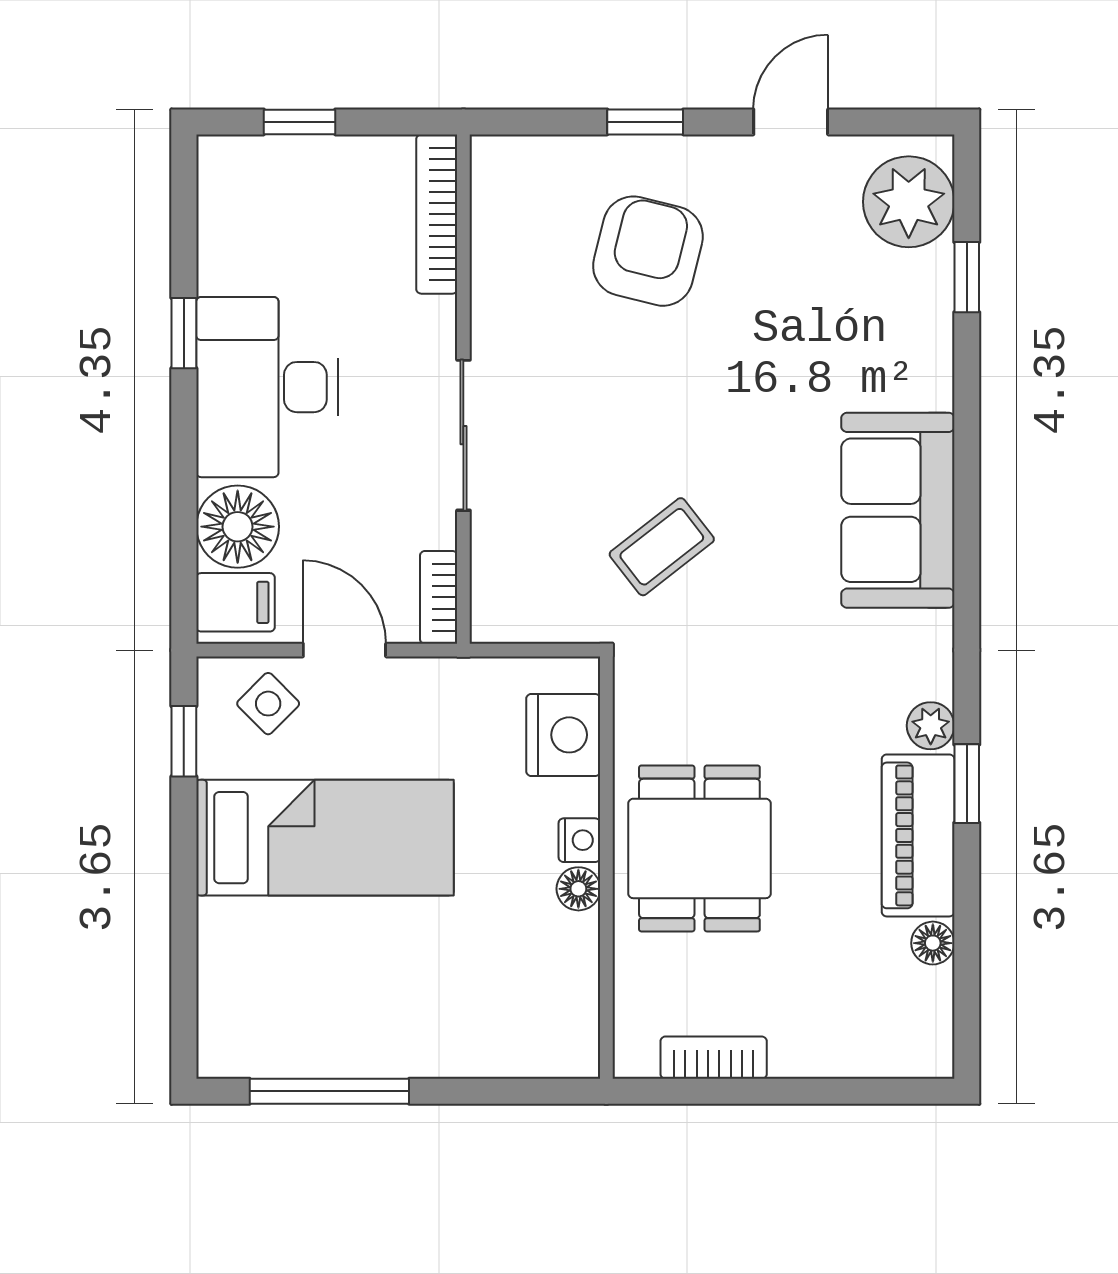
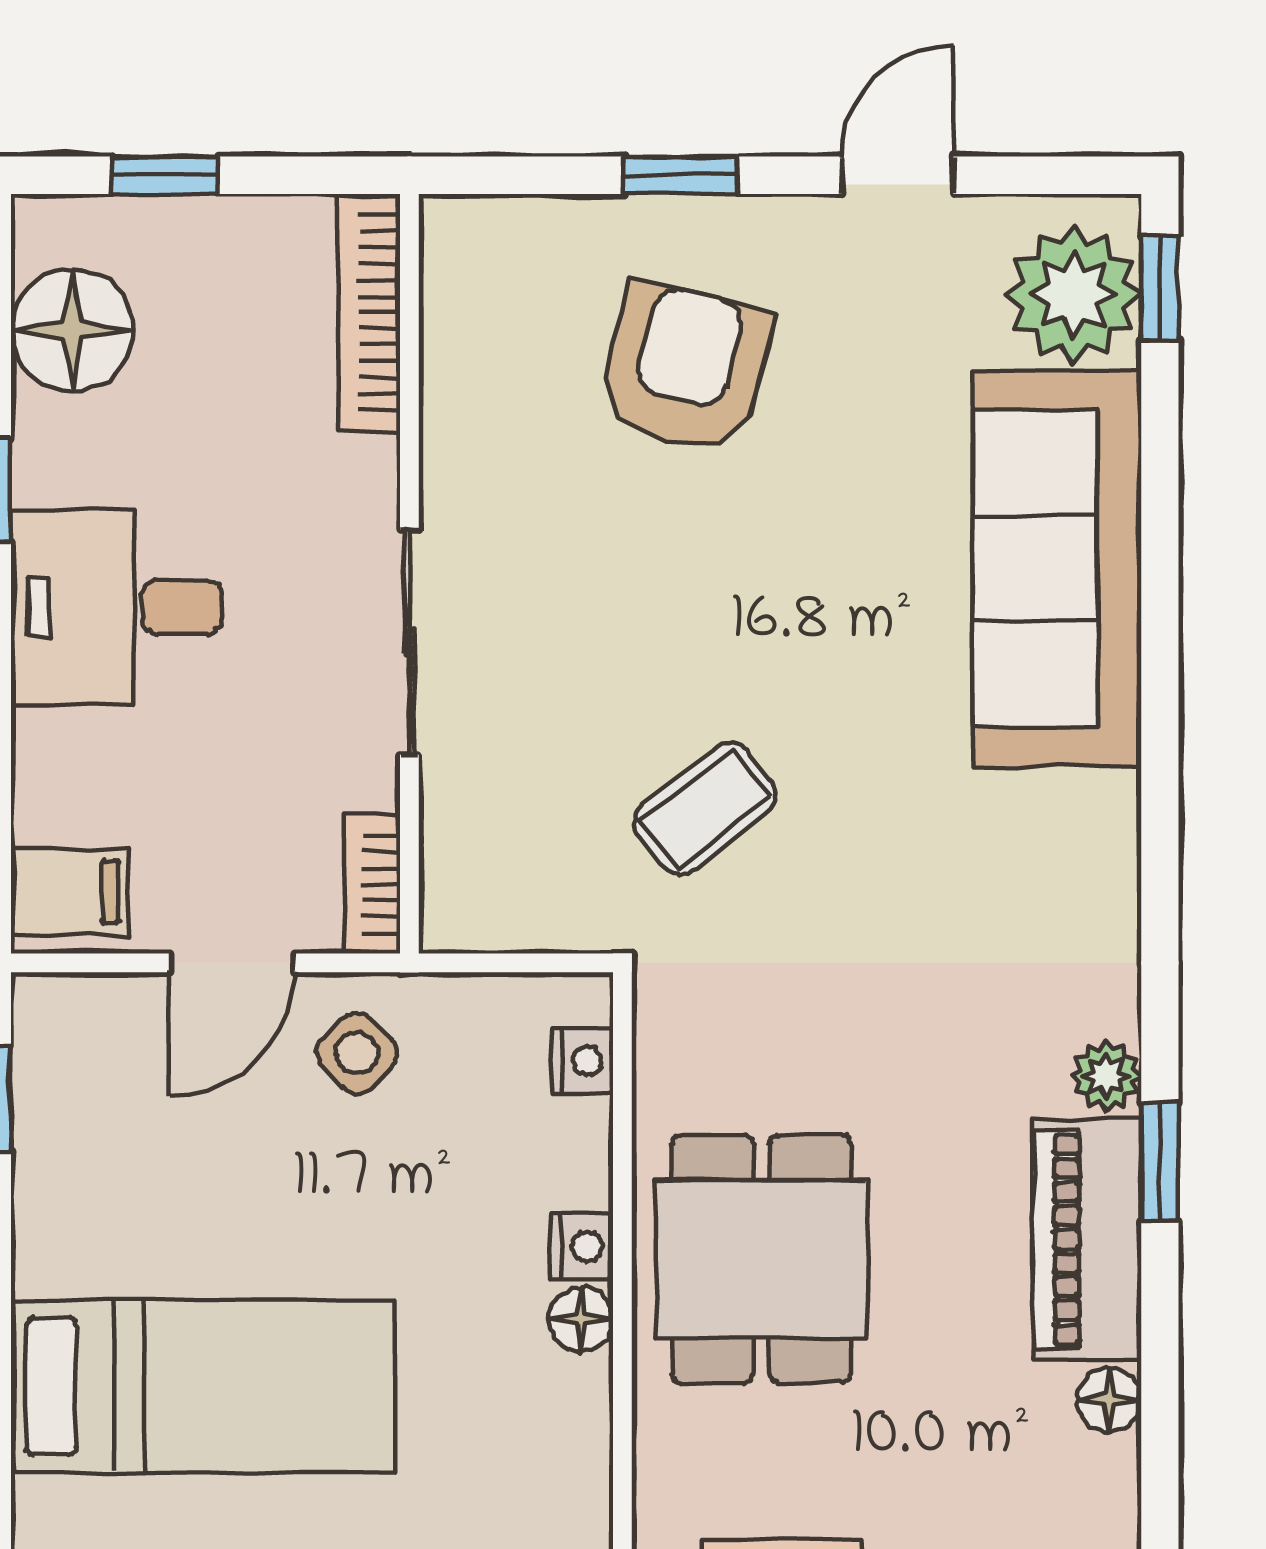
window: (967, 277) -> (1160, 288), moved
desk: (267, 387) -> (117, 607), width x0.73
sofa: (898, 510) -> (1057, 568), moved, width x1.36
floor lamp: (238, 527) -> (72, 330), moved
door: (344, 650) -> (232, 963), swing flipped
side table: (268, 704) -> (357, 1053), moved
nightstand: (563, 735) -> (583, 1061), width x0.53, depth x0.56
bed: (325, 838) -> (203, 1386), moved

